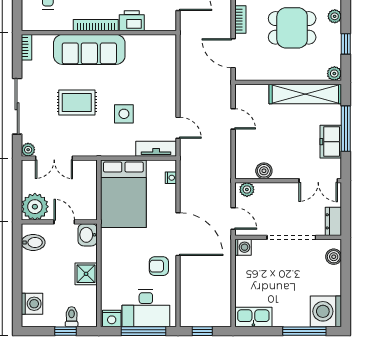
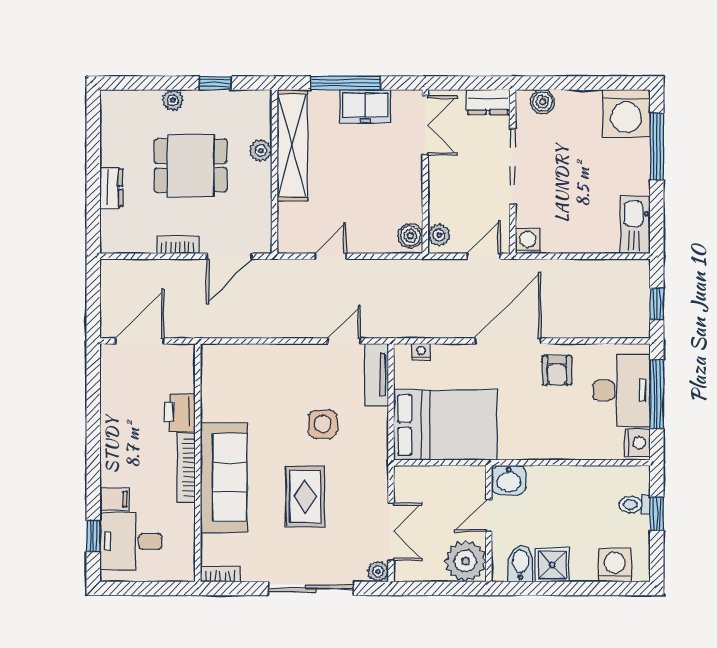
dining table: (292, 28) -> (191, 166), turned 90
plant: (334, 74) -> (261, 151), moved
boiler: (264, 171) -> (410, 236), moved
shower: (86, 274) -> (552, 565), moved

